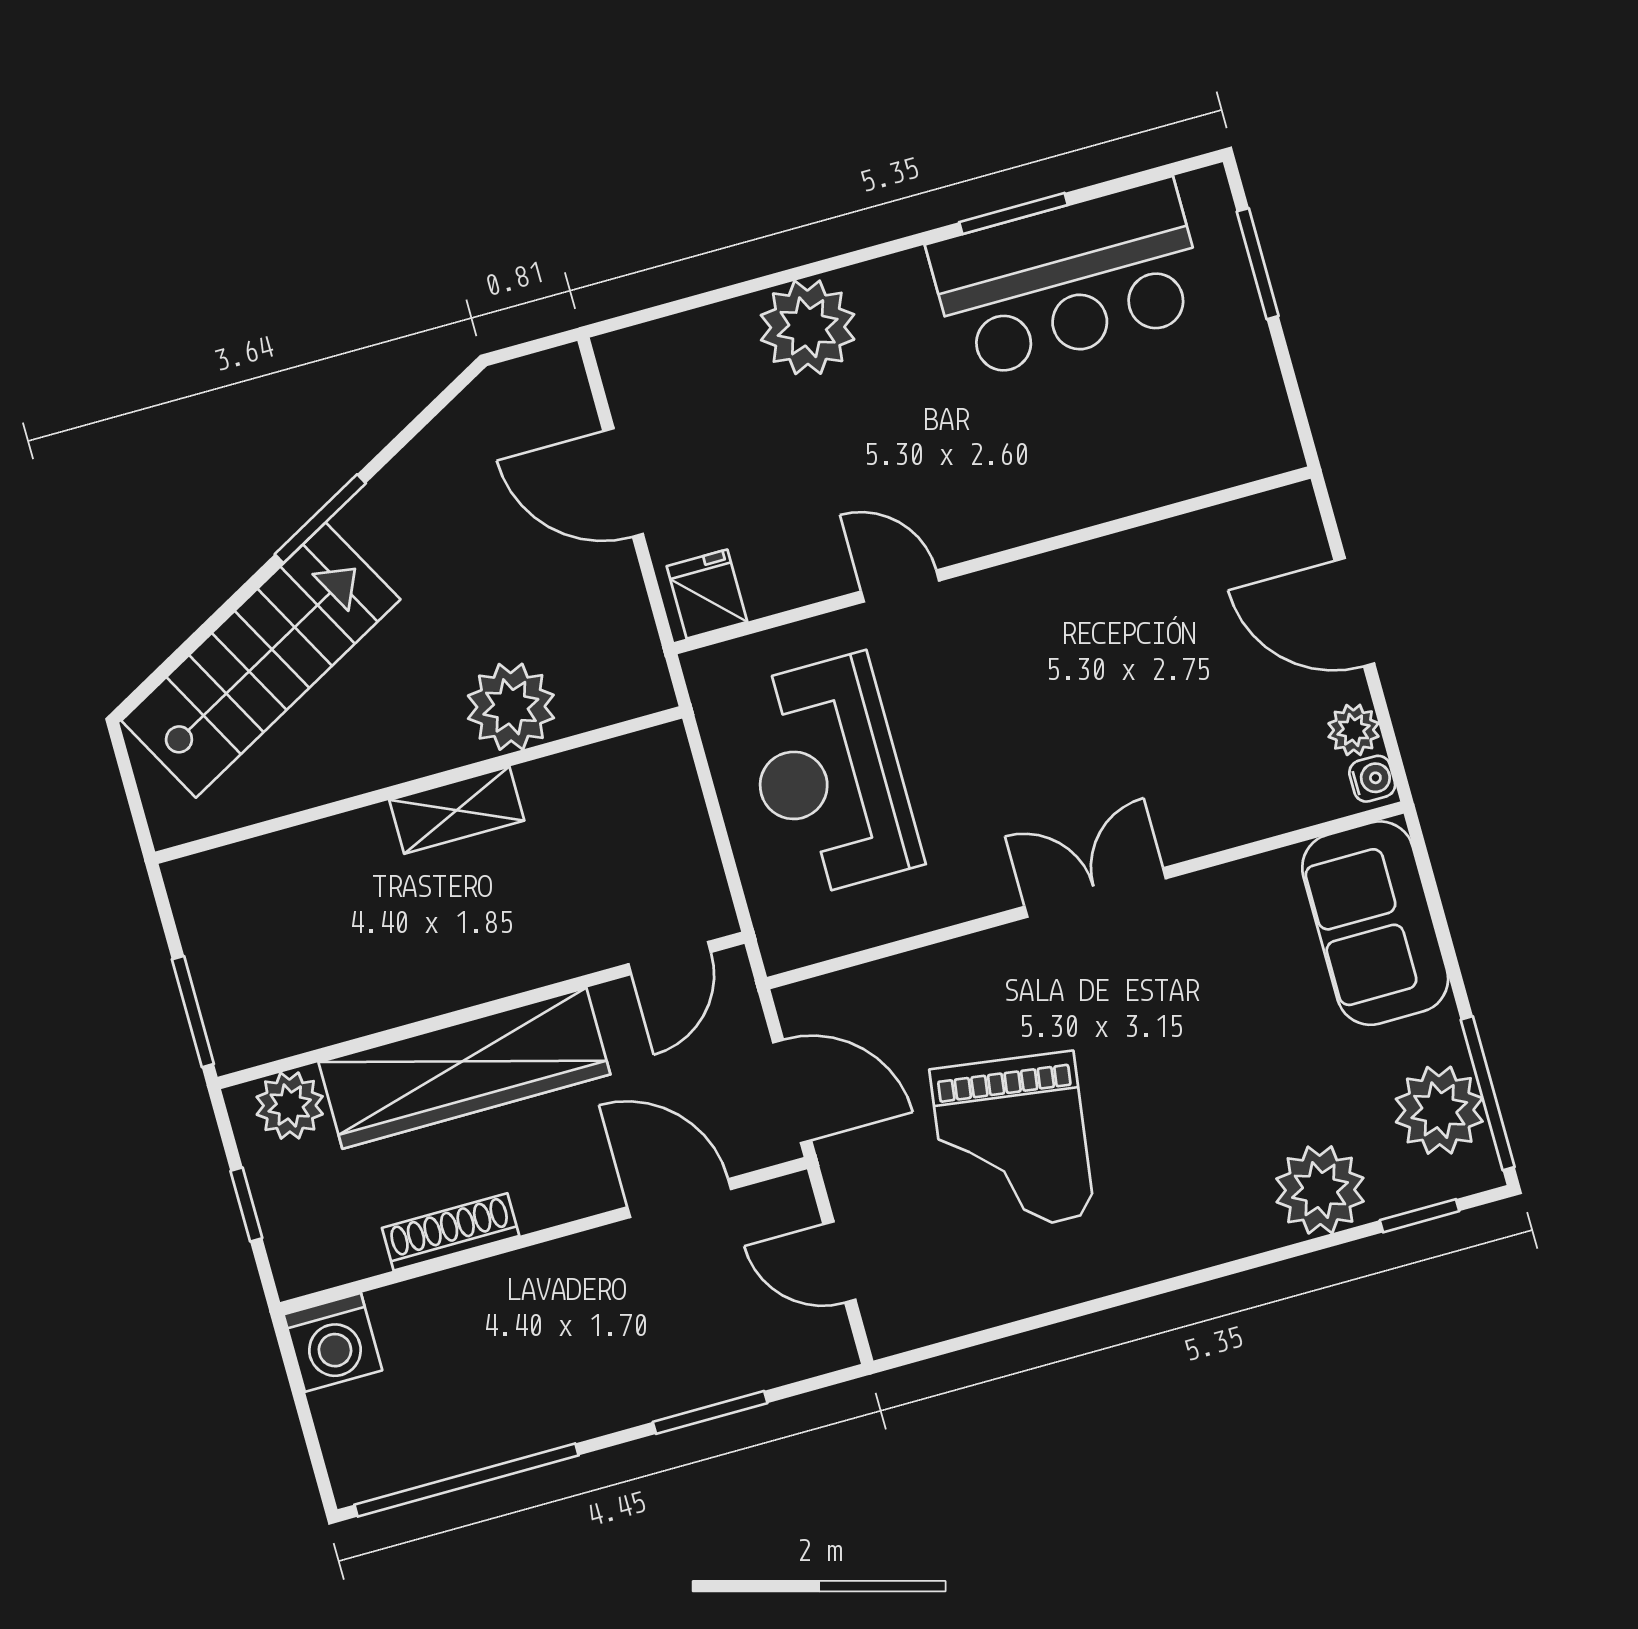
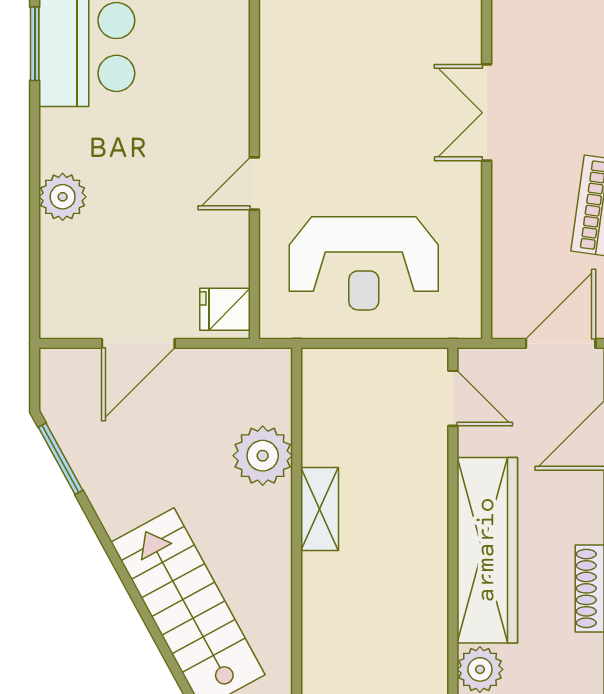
plant: (808, 327) -> (63, 197), width x0.73, depth x0.73
window: (320, 519) -> (60, 459), moved

